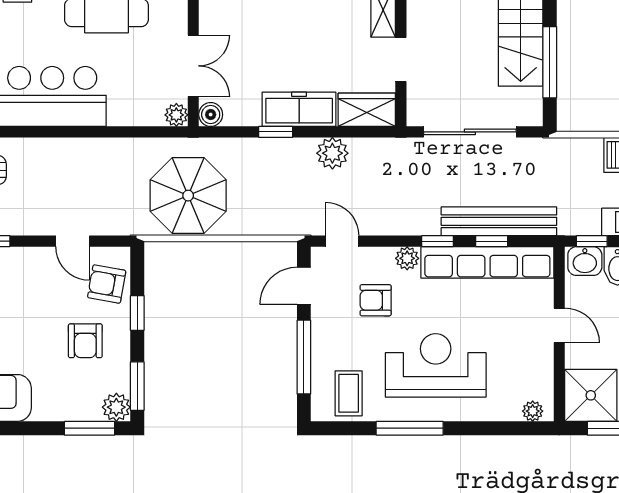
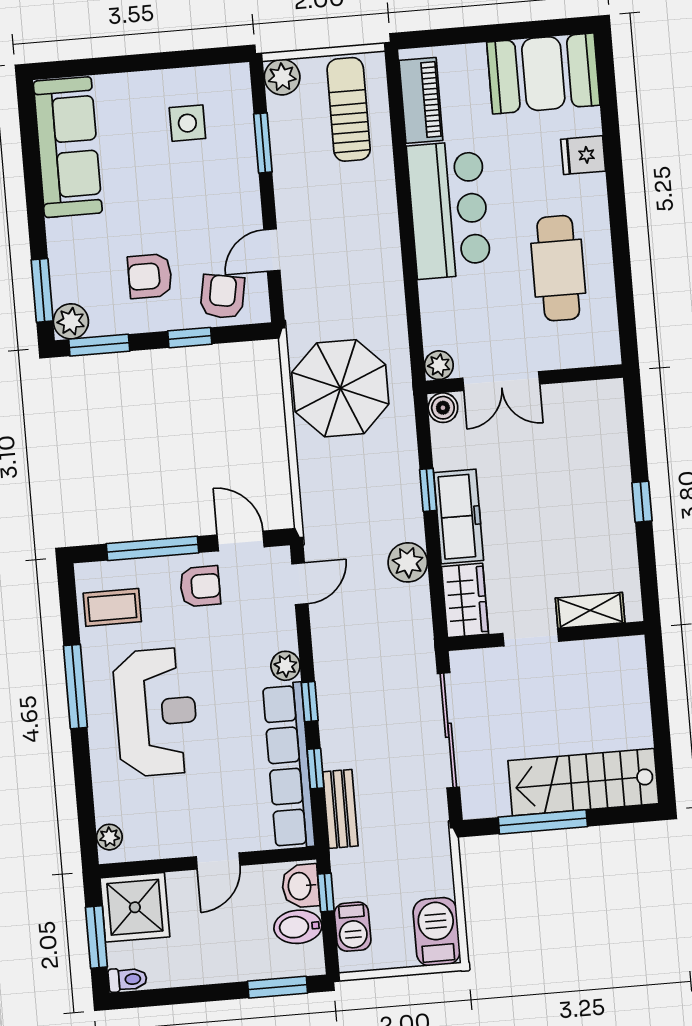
bench: (499, 221) -> (340, 809), width x0.54, depth x0.82
armchair: (376, 300) -> (200, 586), moved, turned 90

